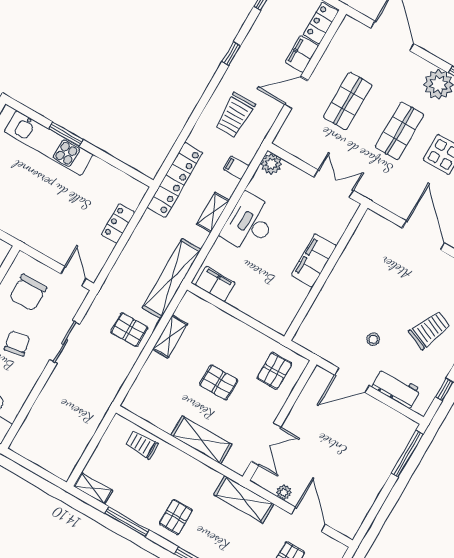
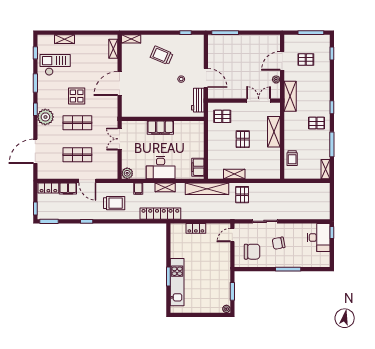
workbench: (396, 388) -> (198, 100), moved

